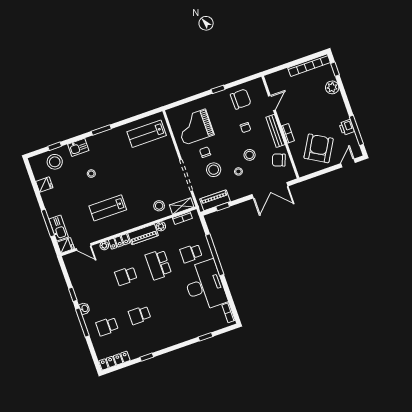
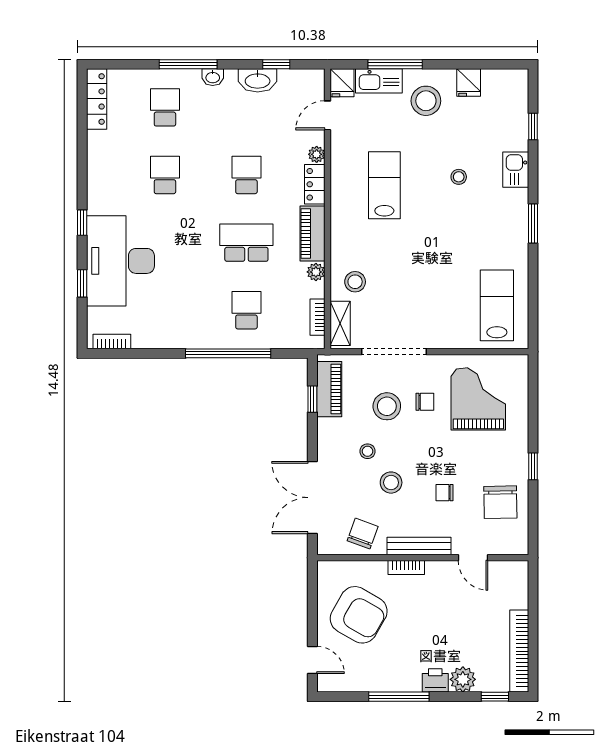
printer: (347, 127) -> (435, 680), moved
window: (356, 130) -> (399, 697), moved
stool: (55, 162) -> (426, 101), moved
washbasin: (79, 286) -> (258, 80), added
desk: (205, 286) -> (120, 261), moved, turned 90
window: (73, 294) -> (276, 64), moved
window: (147, 357) -> (82, 223), moved

